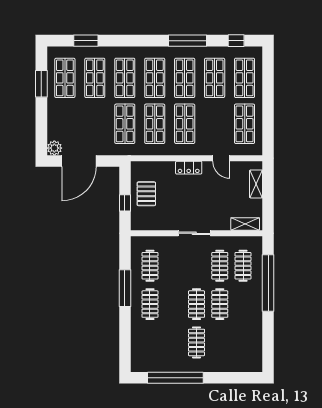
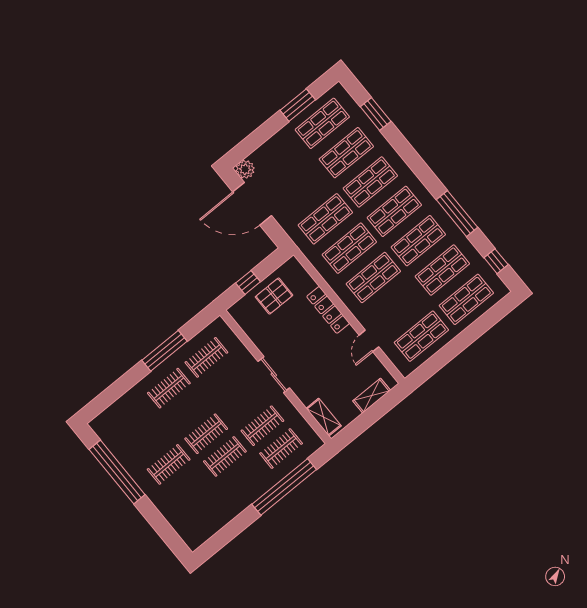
locker: (189, 168) -> (328, 310), width x1.53

